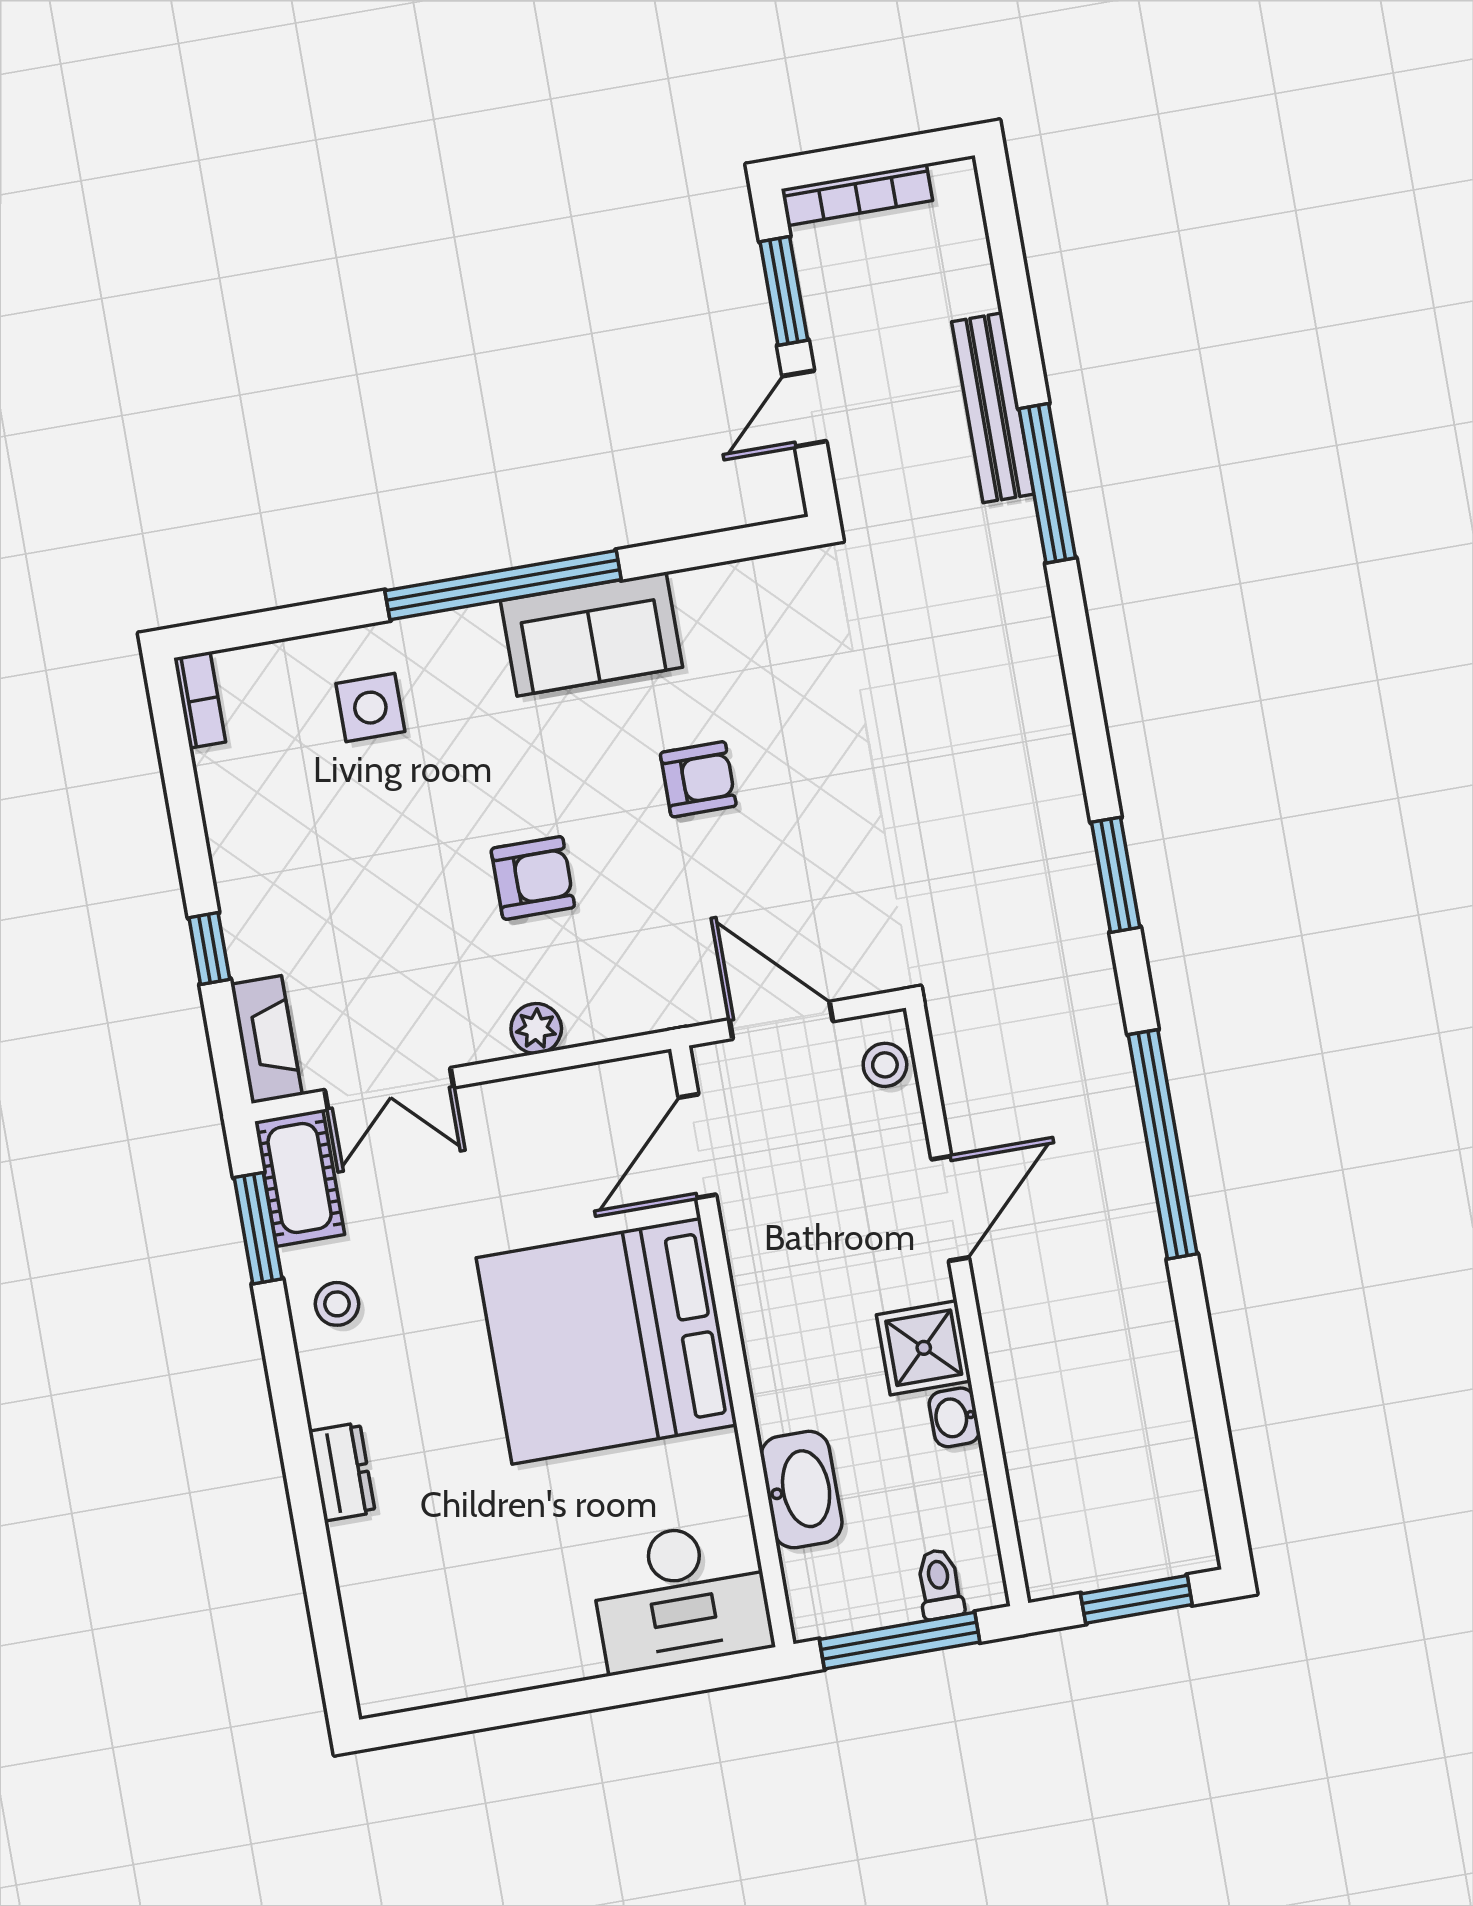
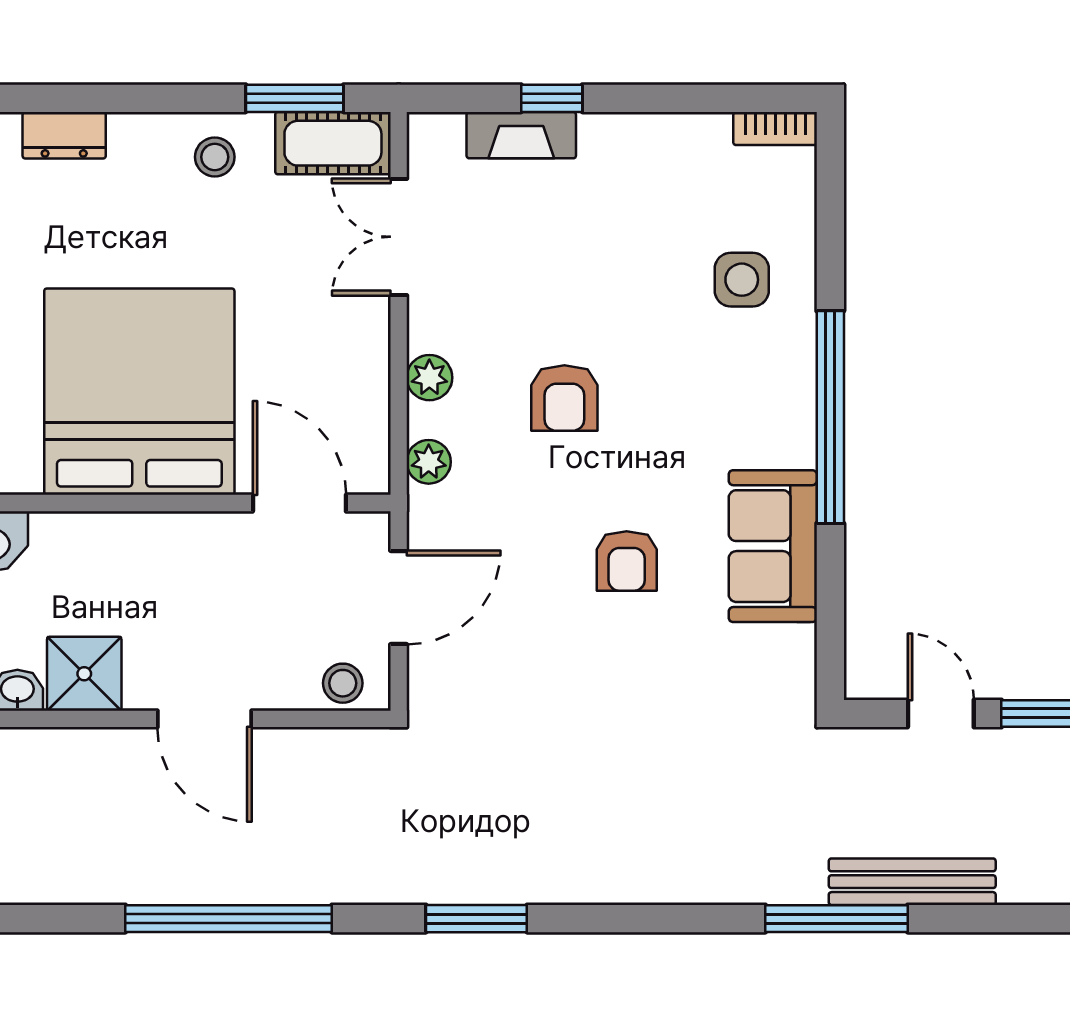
sofa: (591, 634) -> (773, 546), moved
plant: (628, 1013) -> (429, 462), added
fireplace: (266, 1039) -> (521, 135), moved

